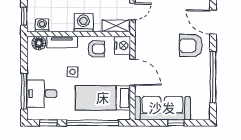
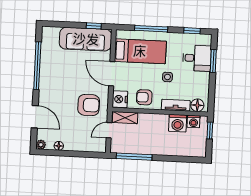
washing machine: (83, 23) -> (178, 123), moved
armchair: (191, 46) -> (89, 105), moved
window: (24, 91) -> (213, 61), width x0.69
window: (92, 123) -> (151, 29), width x0.68
window: (176, 123) -> (94, 26), moved

